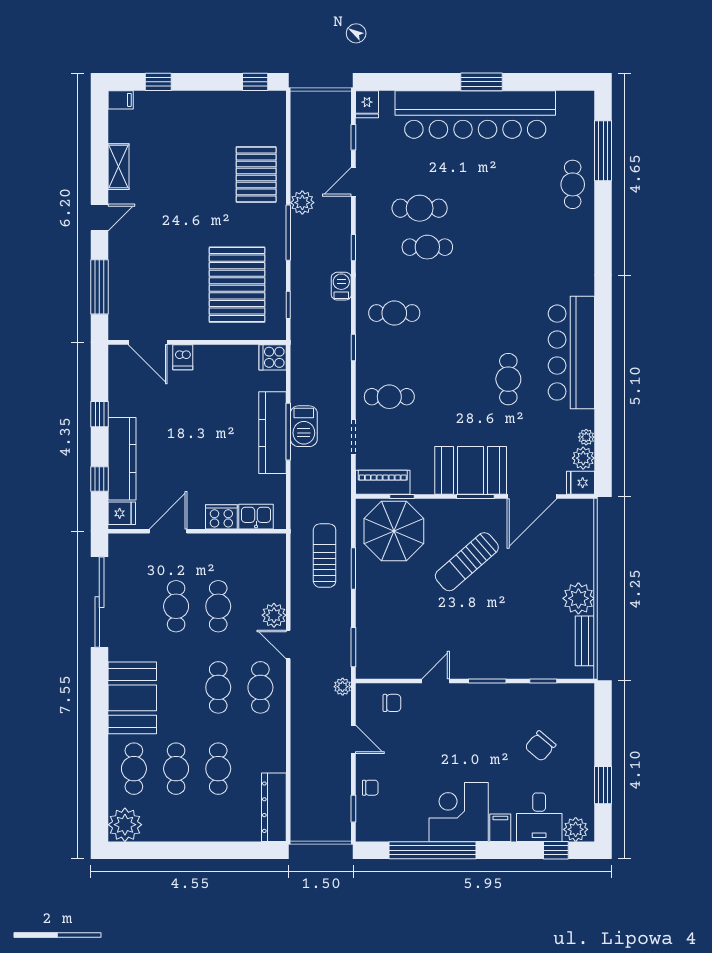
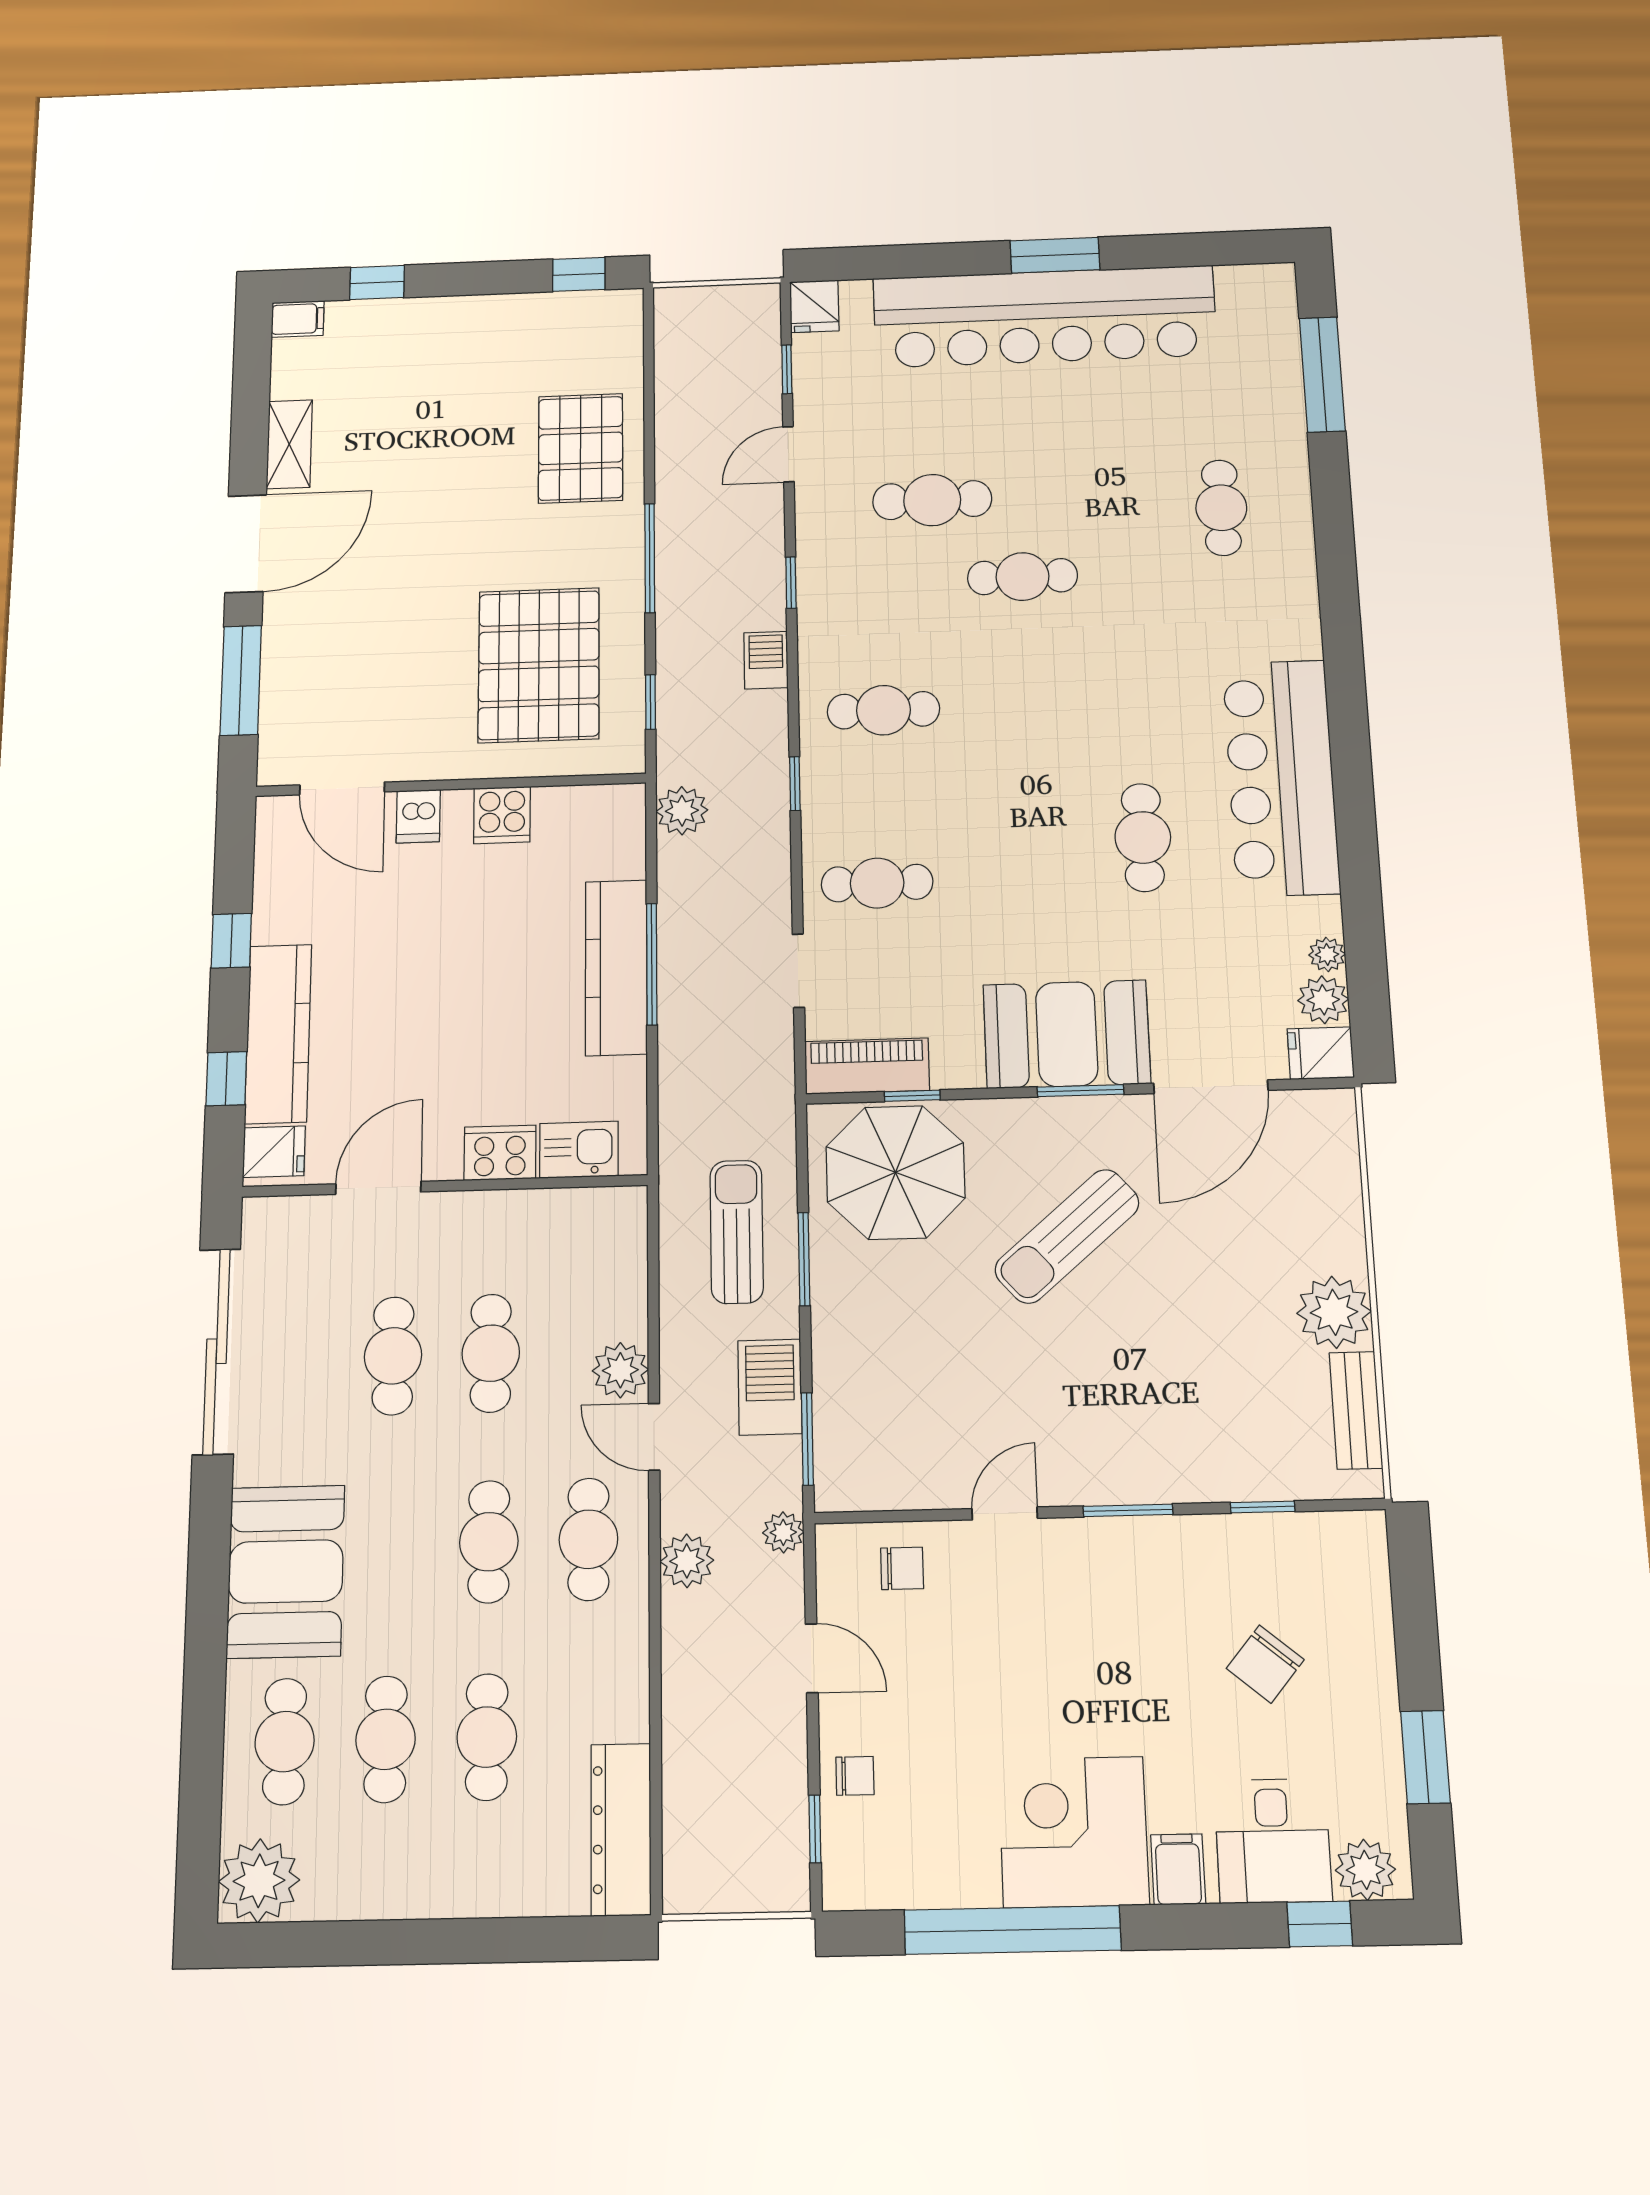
cafe table: (573, 184) -> (1221, 508), moved
plant: (302, 203) -> (682, 811), moved
door: (99, 218) -> (246, 544), width x1.87
cafe table: (427, 247) -> (1023, 577), moved
cooker: (273, 357) -> (502, 815), moved, turned -90
barbecue: (304, 426) -> (770, 1387), moved, turned 180
plant: (302, 698) -> (687, 1561), added

